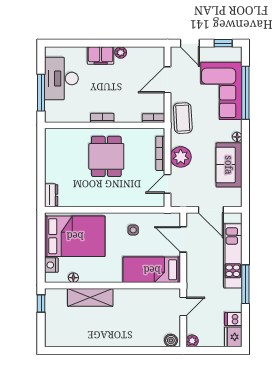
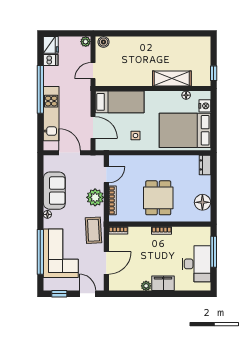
floor lamp: (54, 151) -> (202, 202), added
window: (245, 284) -> (40, 89), width x1.46

